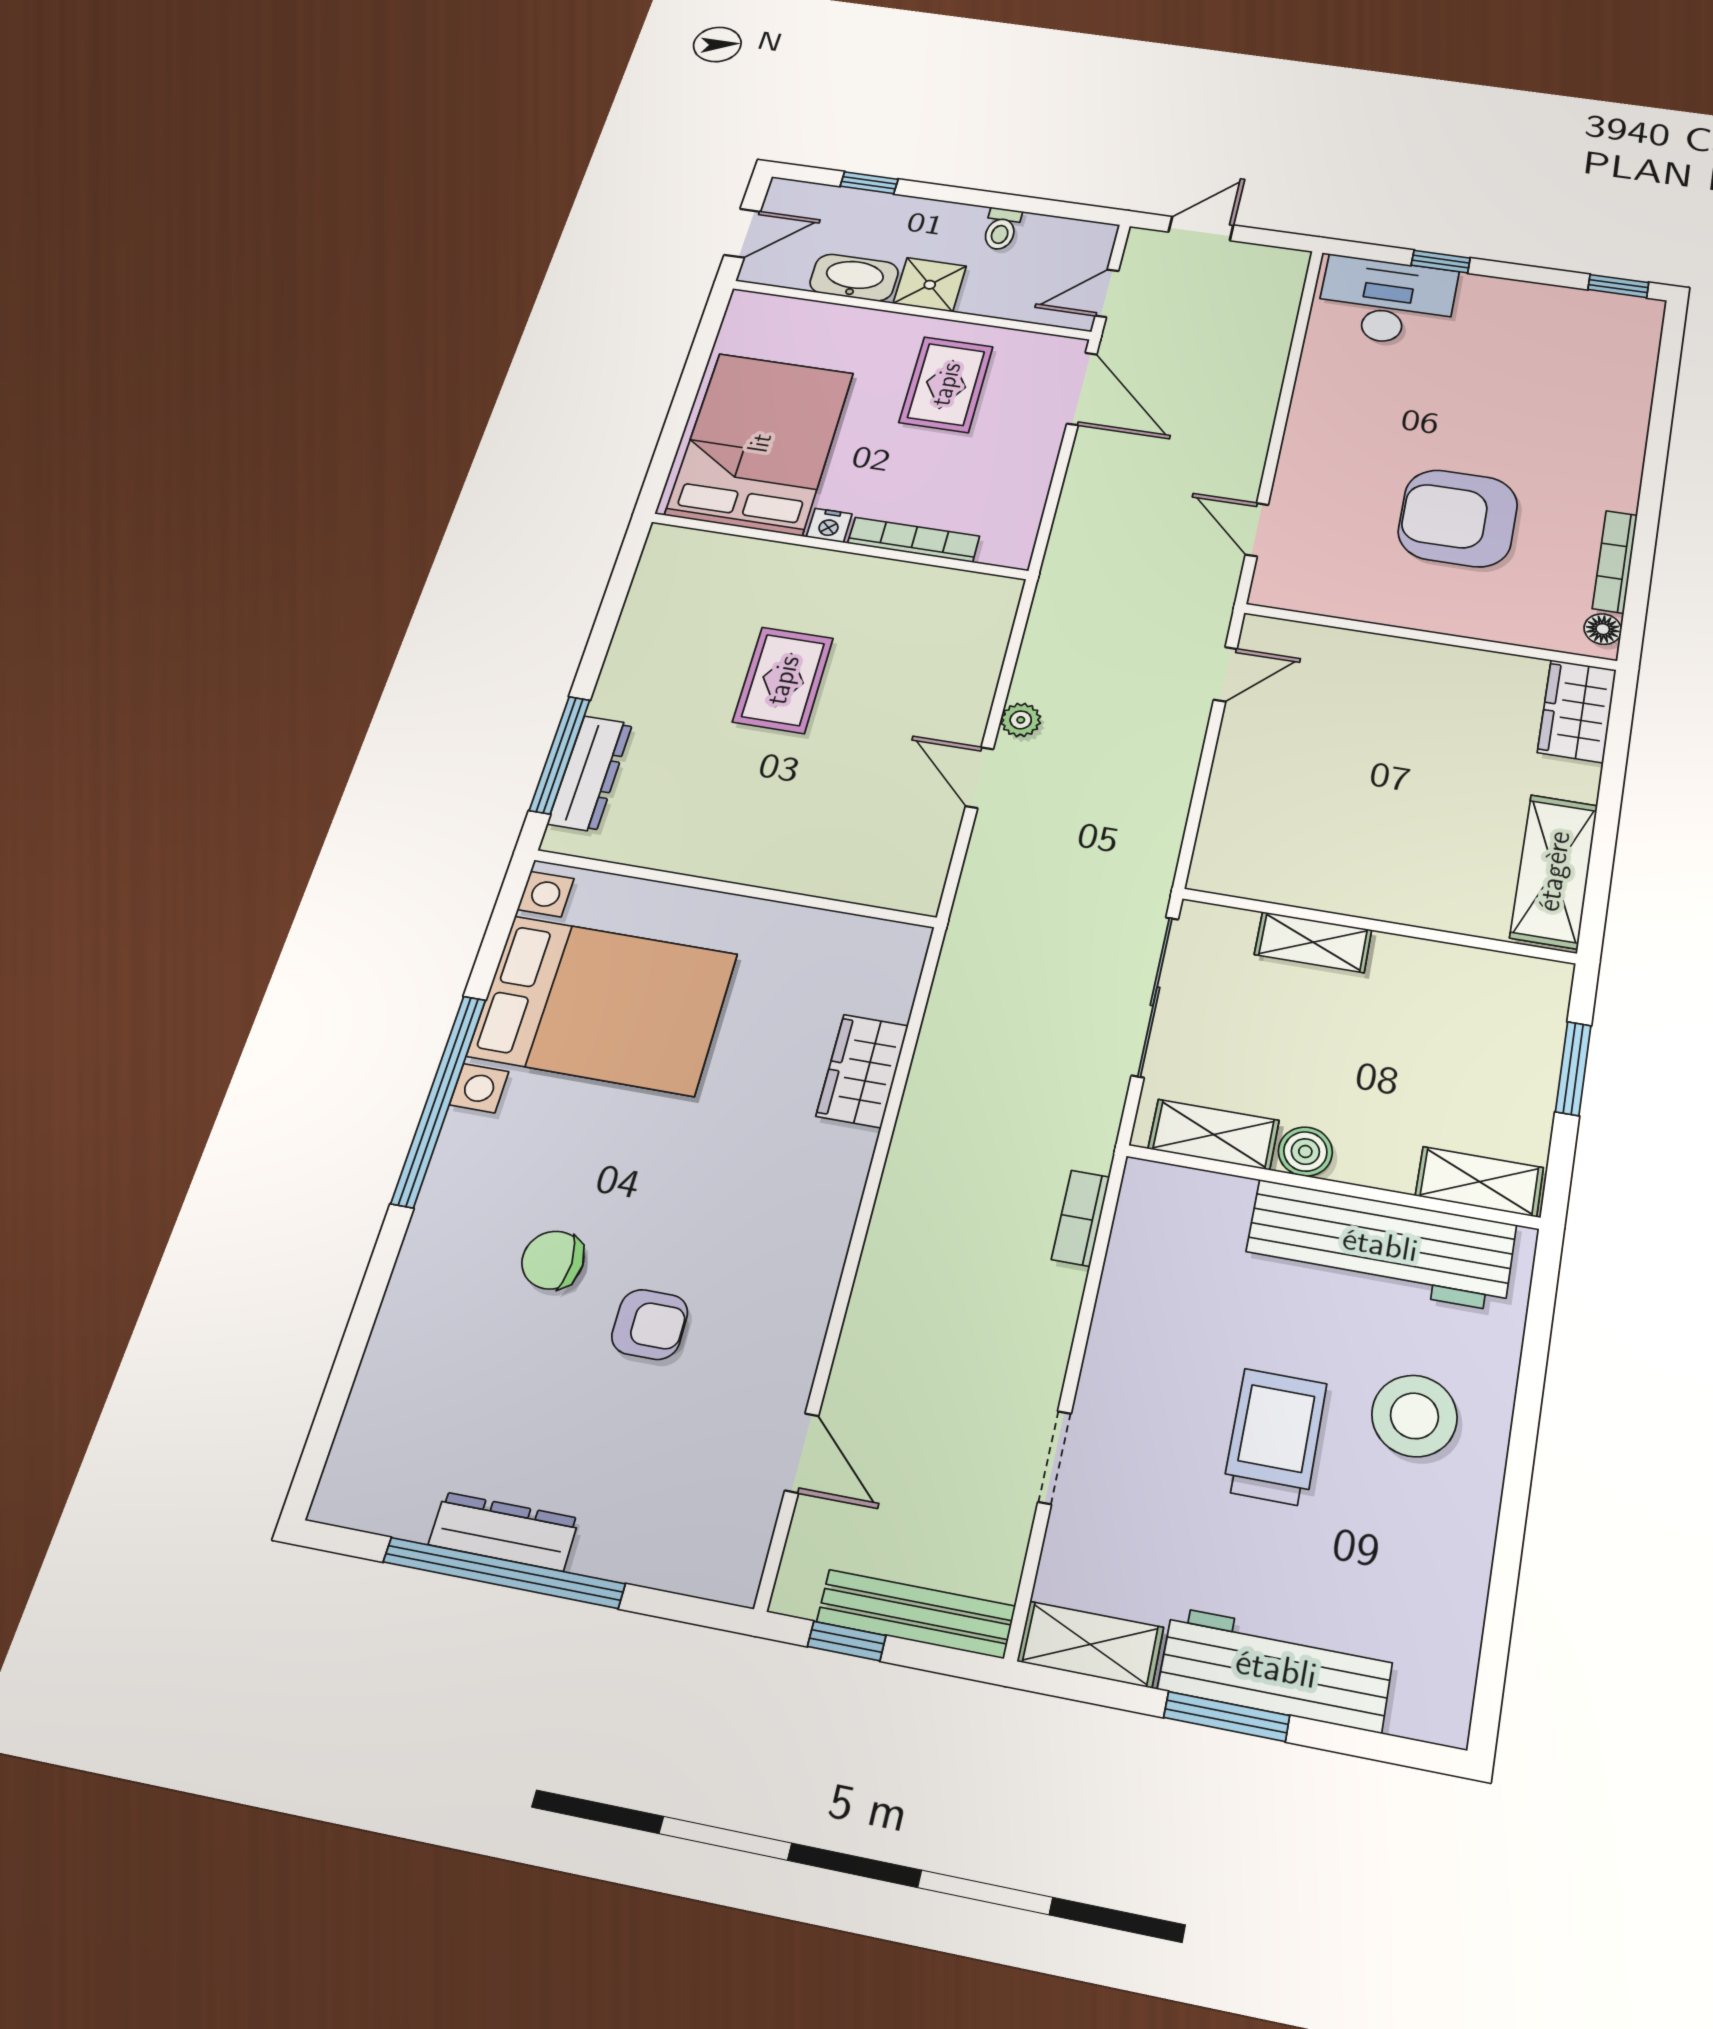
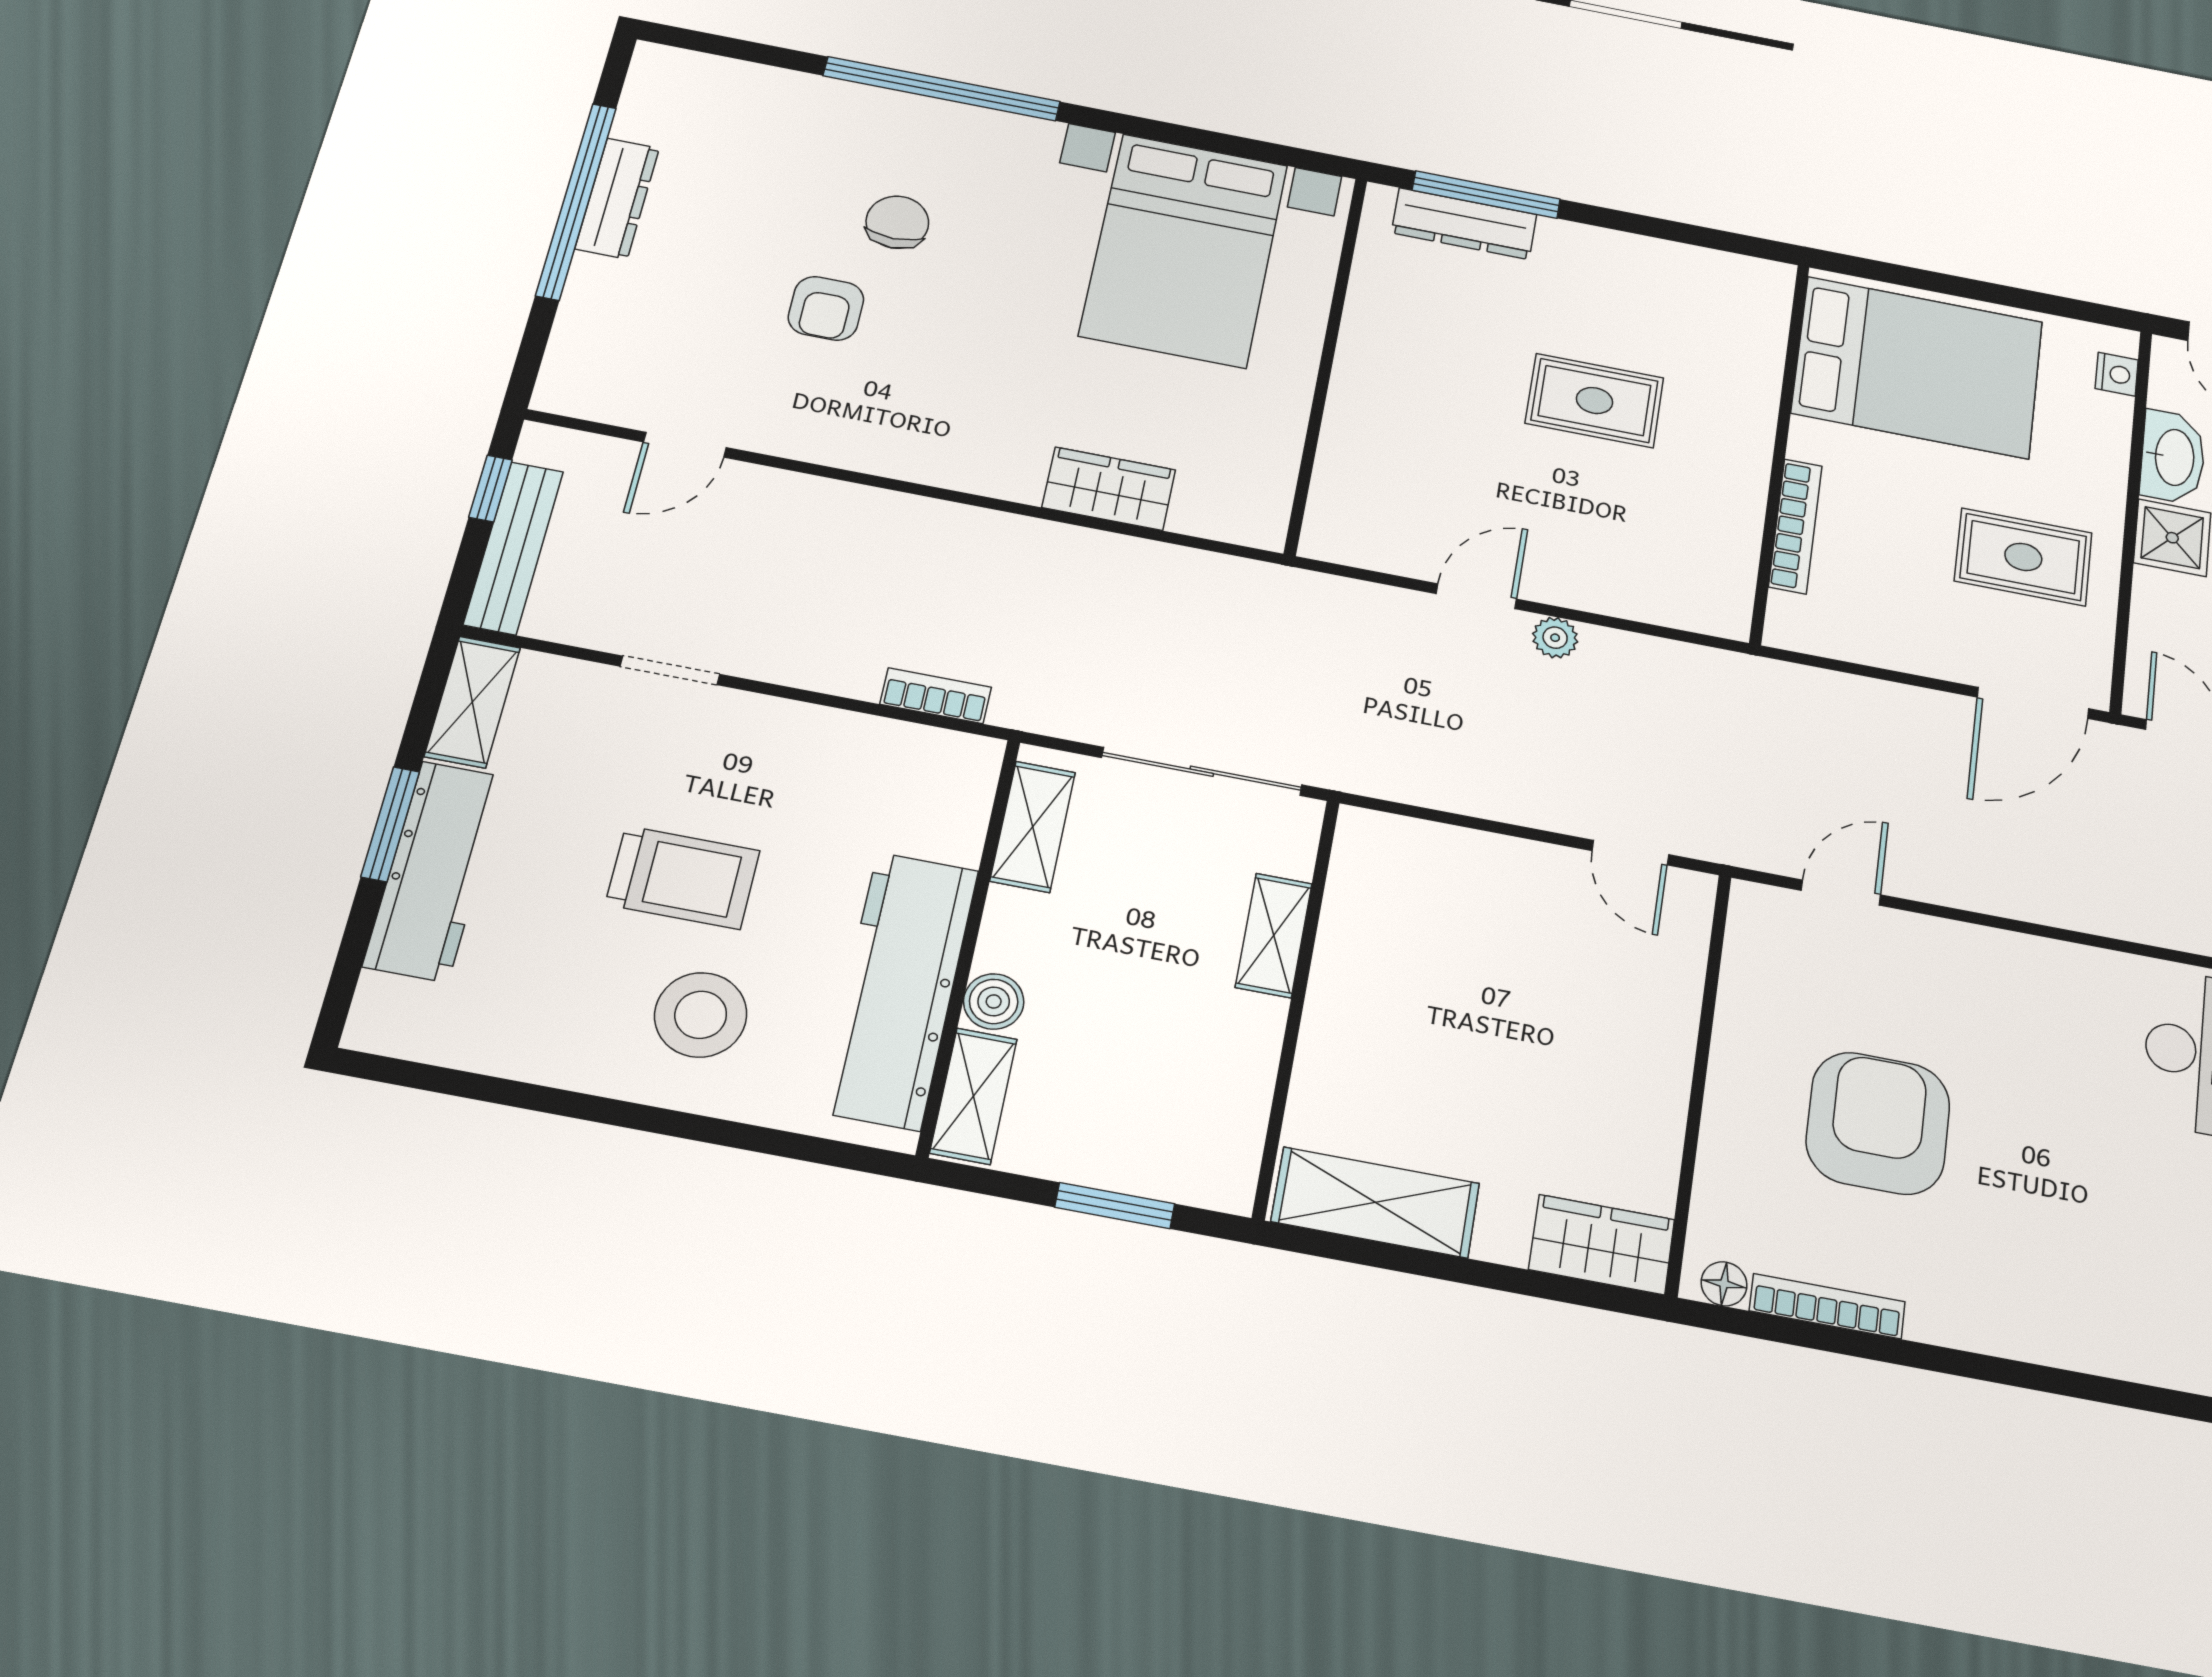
nightstand: (829, 525) -> (2117, 374), moved, turned 180
window: (439, 1100) -> (942, 89), moved
boiler: (1305, 1152) -> (994, 1001), moved

